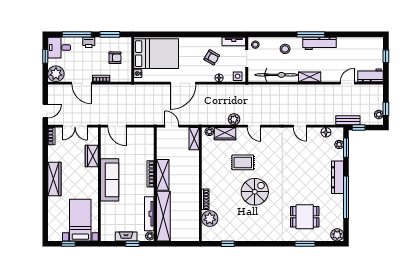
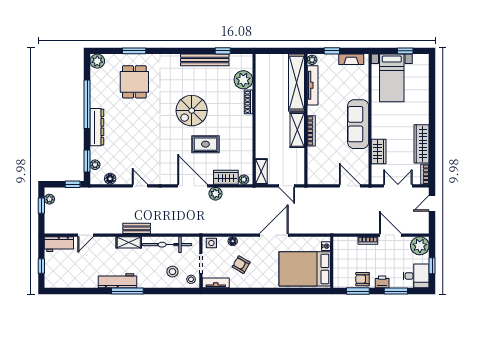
window: (77, 34) -> (396, 291), width x0.69
stool: (285, 49) -> (172, 272), moved
armchair: (115, 58) -> (363, 279), moved
bench: (348, 120) -> (137, 228), moved
door: (254, 126) -> (193, 186), width x1.87
wardrobe: (54, 179) -> (422, 144), moved
dining table: (305, 217) -> (134, 82), turned 90
fireplace: (126, 236) -> (351, 59), moved
bench: (243, 236) -> (205, 60), added

